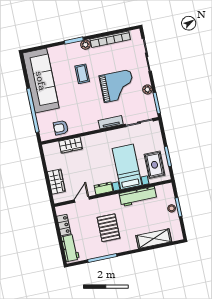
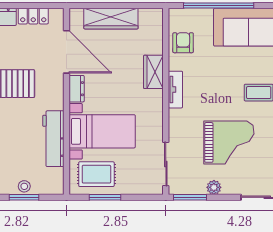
grand piano: (117, 86) -> (229, 142), turned -90
tv unit: (111, 122) -> (175, 90), moved
wardrobe: (71, 145) -> (153, 72), moved
wardrobe: (56, 182) -> (111, 19), width x1.50
door: (82, 200) -> (66, 52), width x1.88

